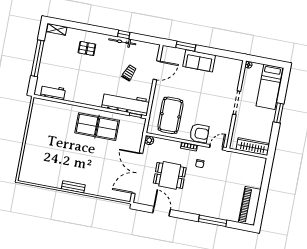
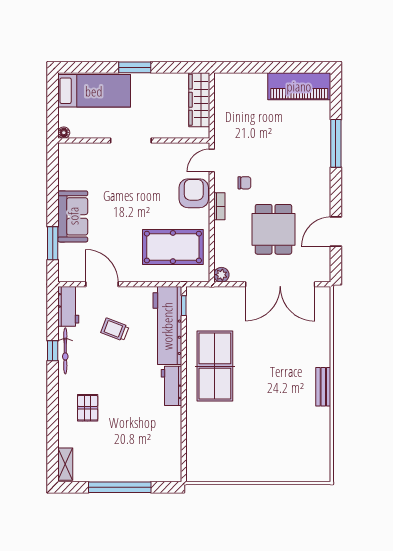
workbench: (148, 48) -> (68, 306), added
workbench: (53, 92) -> (171, 386), moved
door: (216, 147) -> (212, 160), hinge flipped

